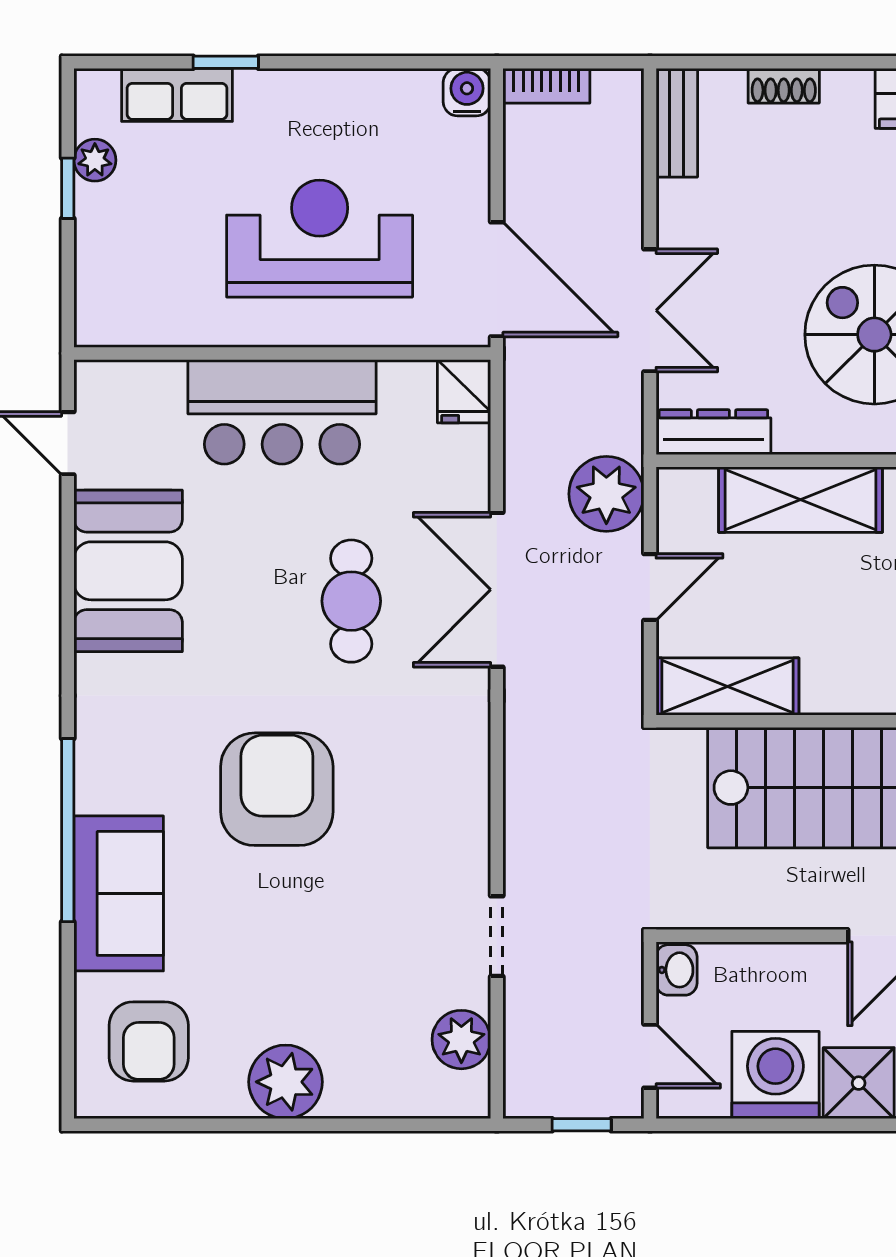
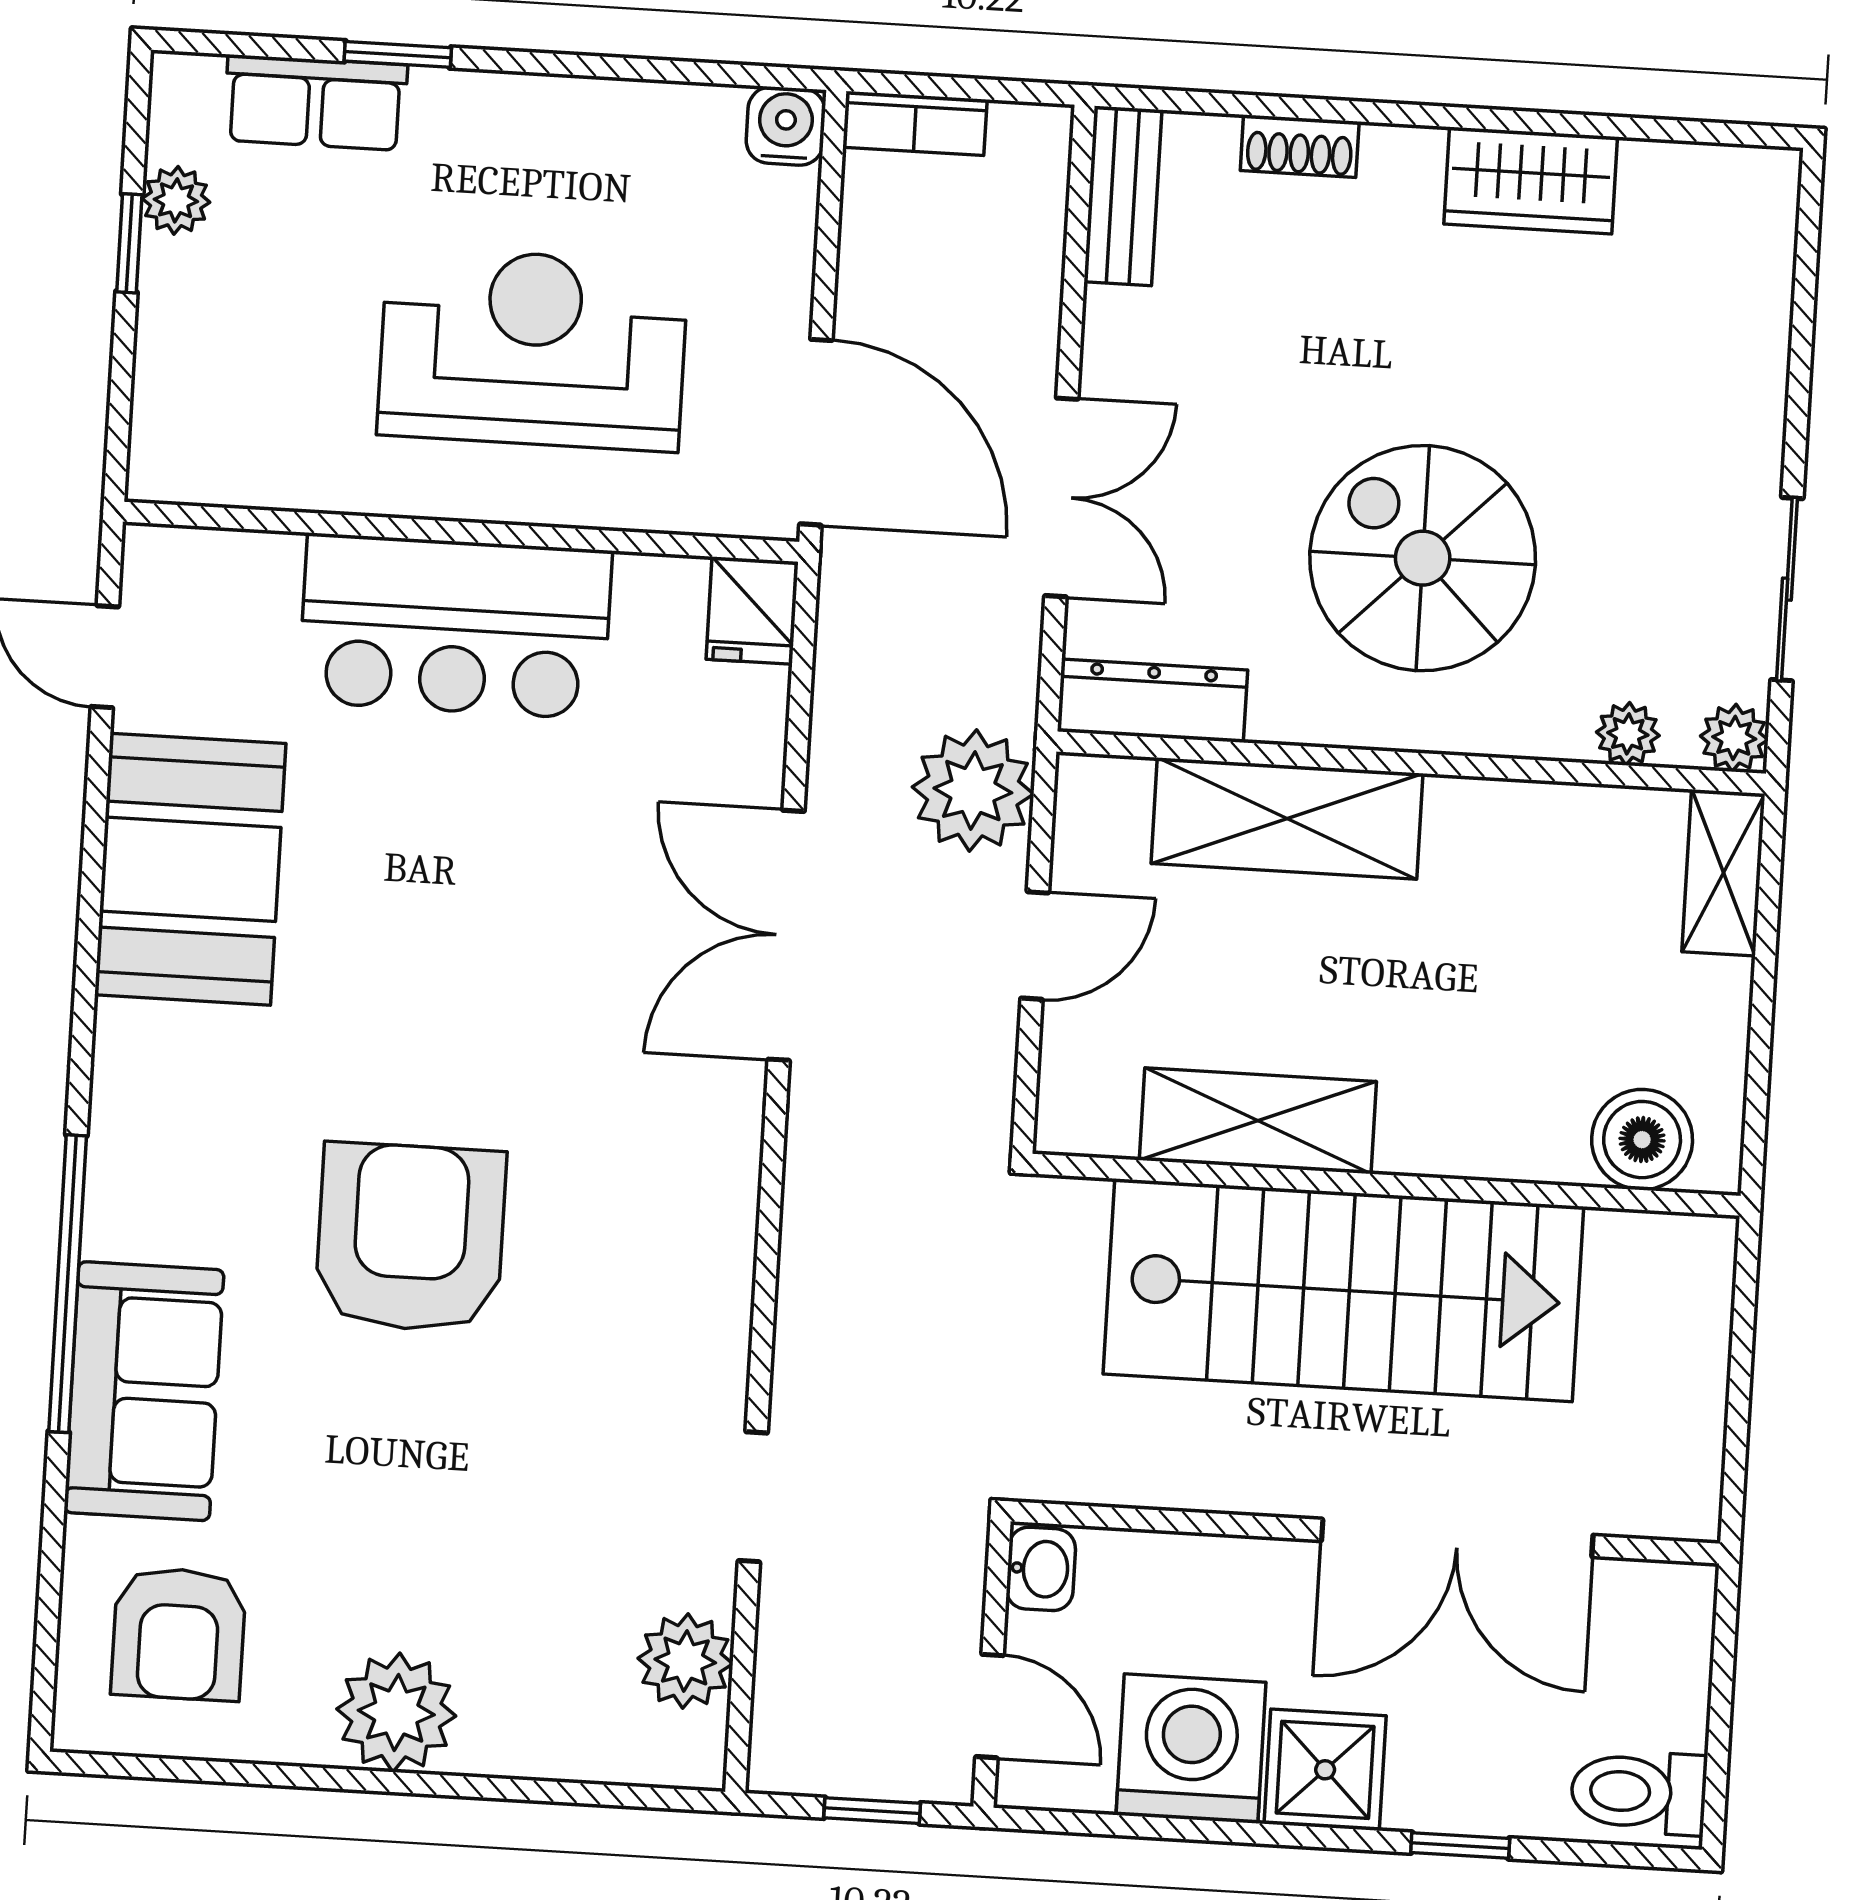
cafe table: (351, 601) -> (549, 940), removed
shelving: (728, 687) -> (1258, 1121), moved

